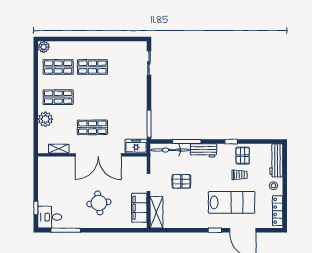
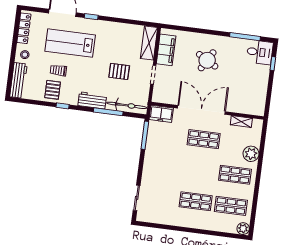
round table: (99, 203) -> (207, 60), turned 37

